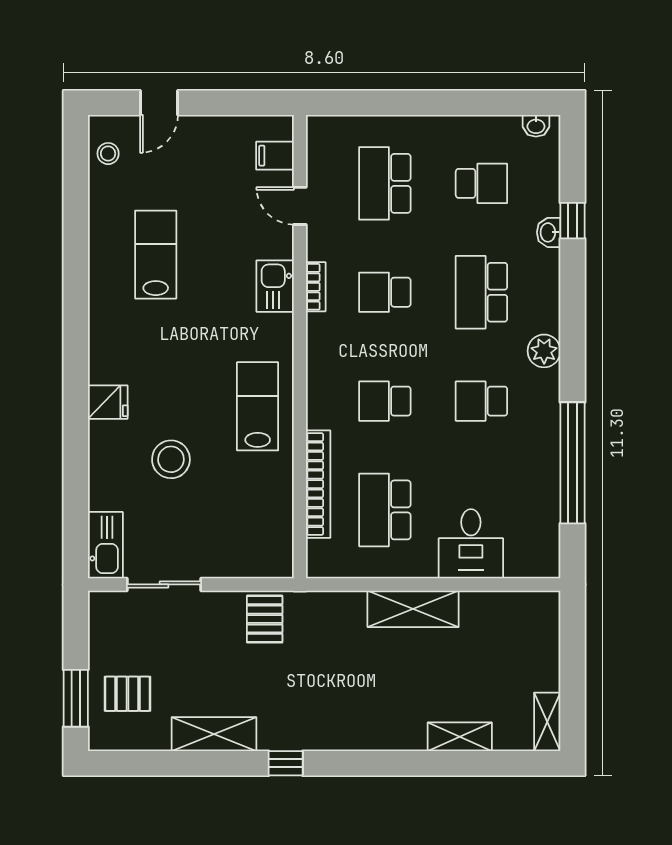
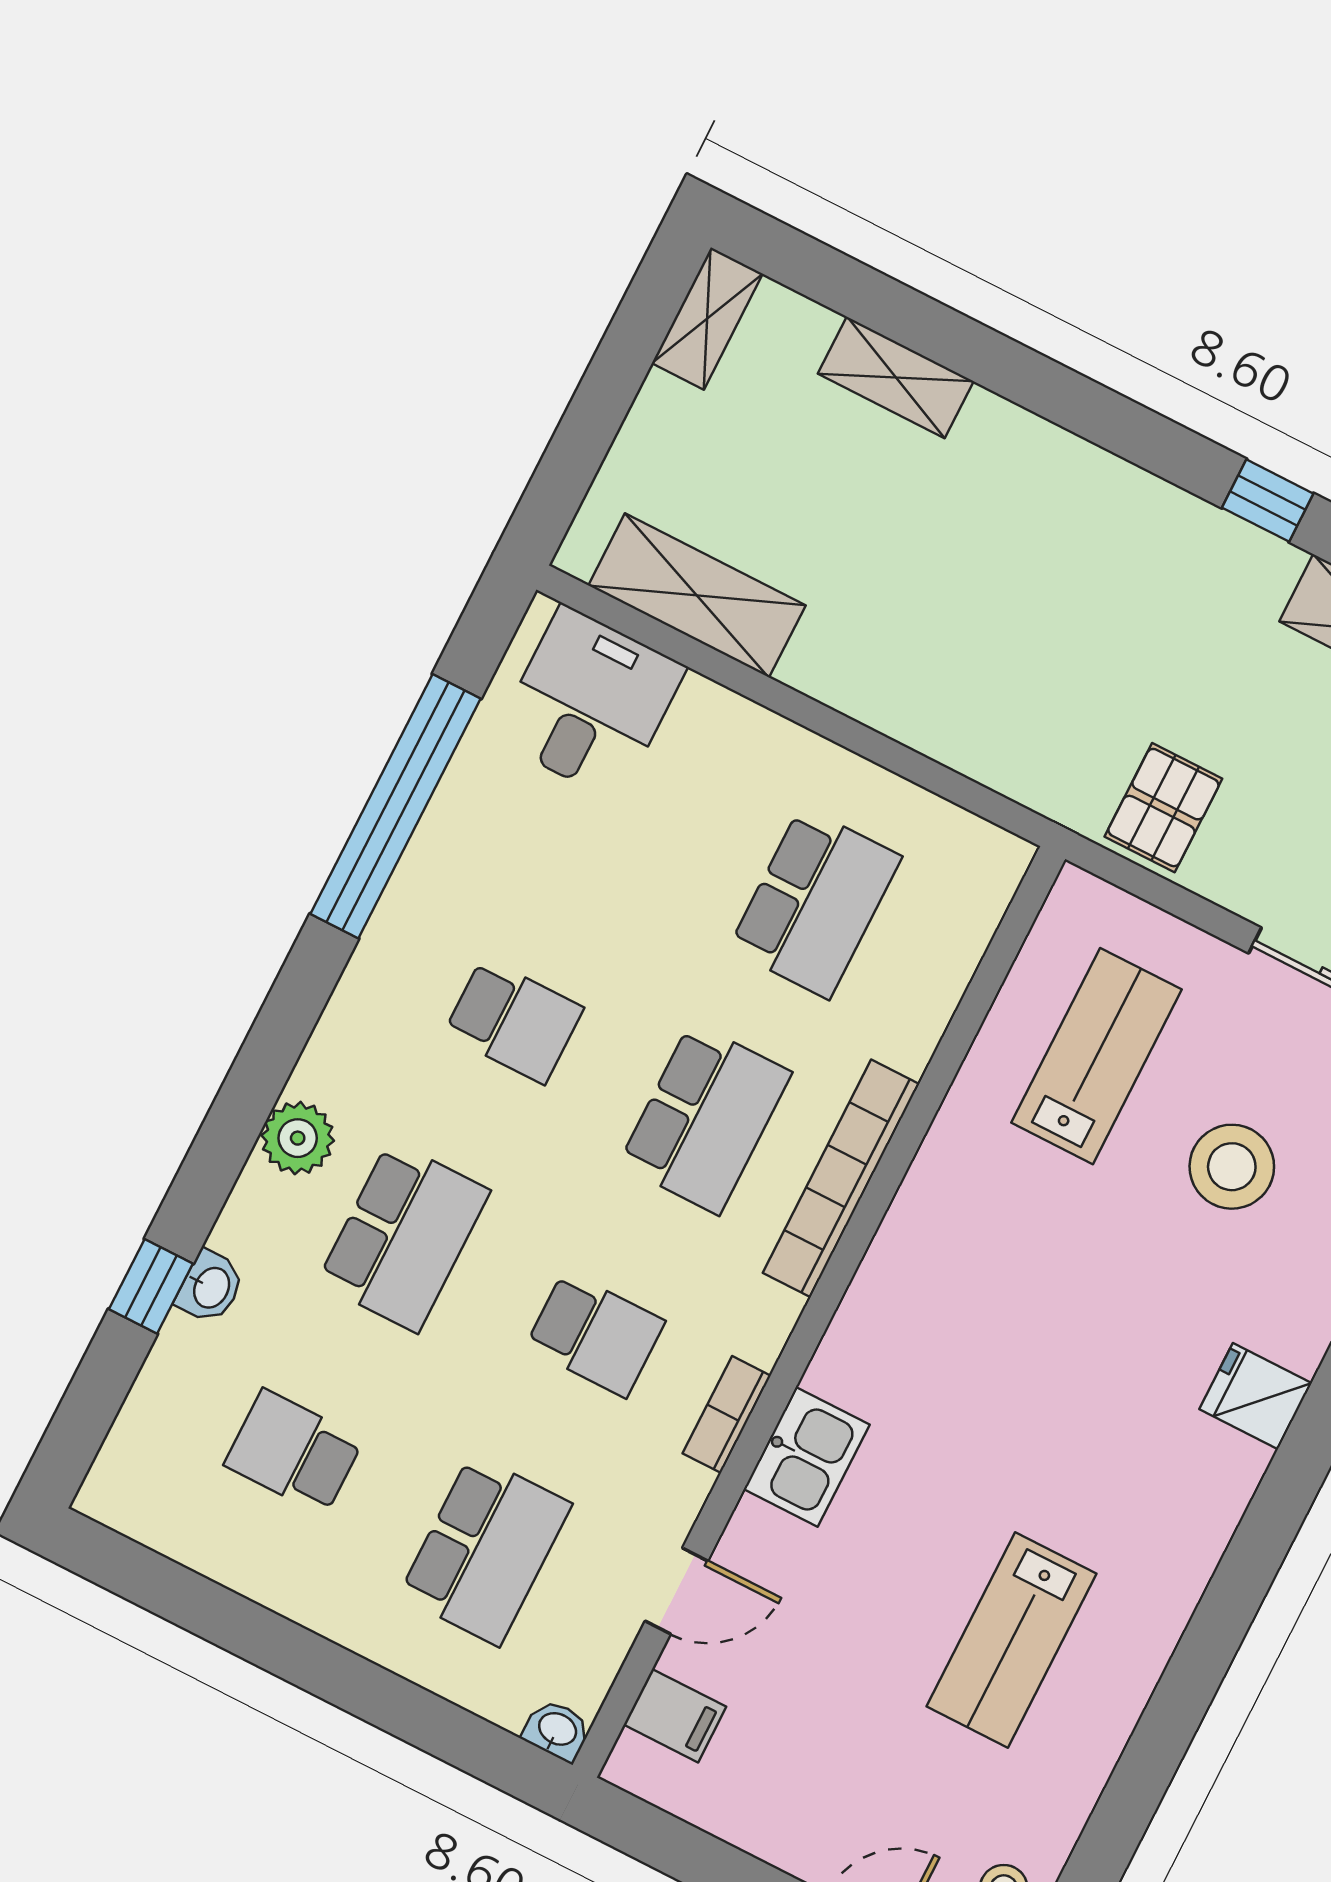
washbasin: (536, 126) -> (557, 1730), moved
door: (300, 206) -> (676, 1591), hinge flipped
plant: (544, 351) -> (298, 1138), moved
school desk: (385, 401) -> (705, 1118), width x1.85
lab bench: (258, 406) -> (1097, 1056), moved, turned 180
stool: (171, 459) -> (1232, 1167), moved
bookcase: (318, 484) -> (841, 1178), moved
desk: (471, 544) -> (590, 703), moved
shelving: (413, 609) -> (697, 595), moved

